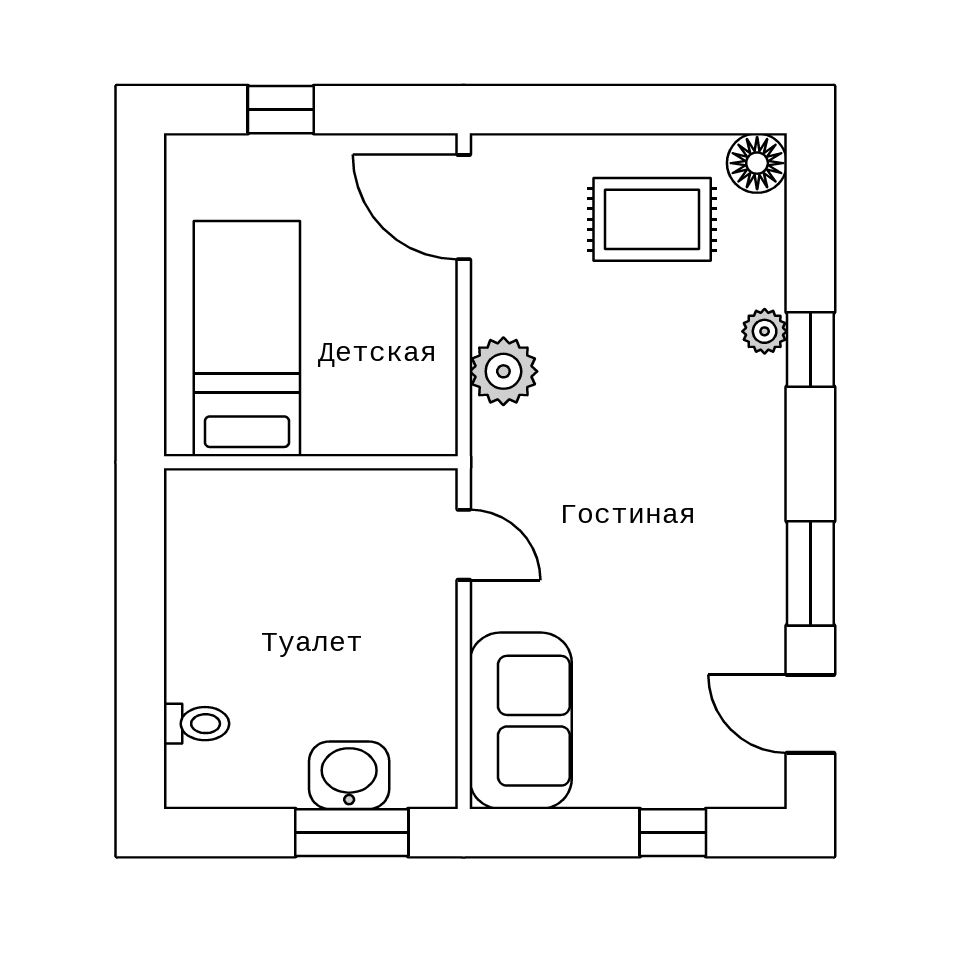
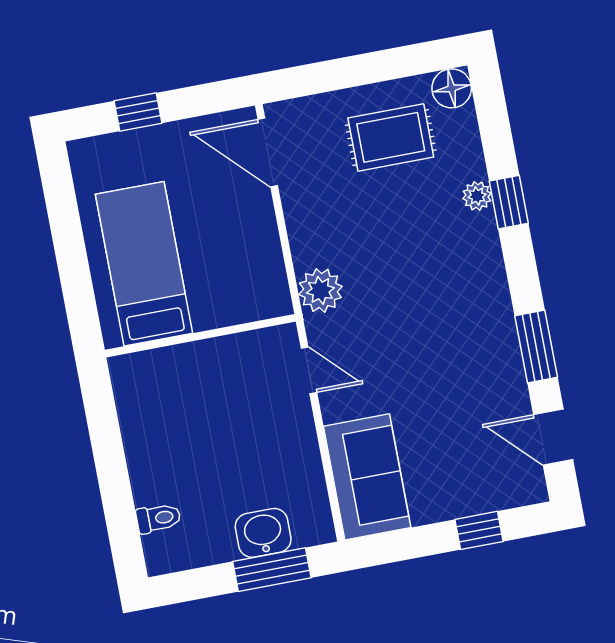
plant: (503, 371) -> (320, 290), moved

